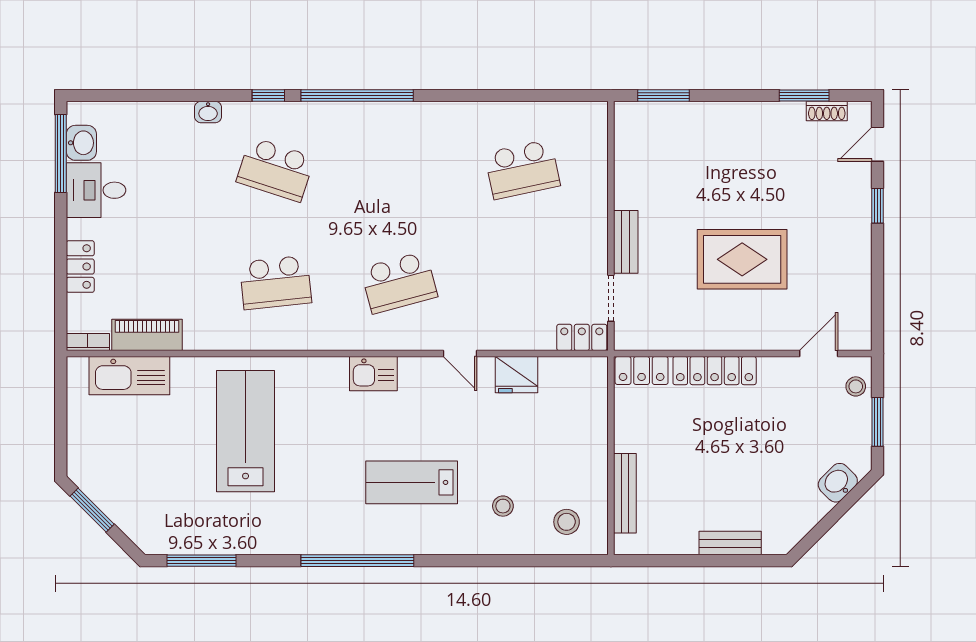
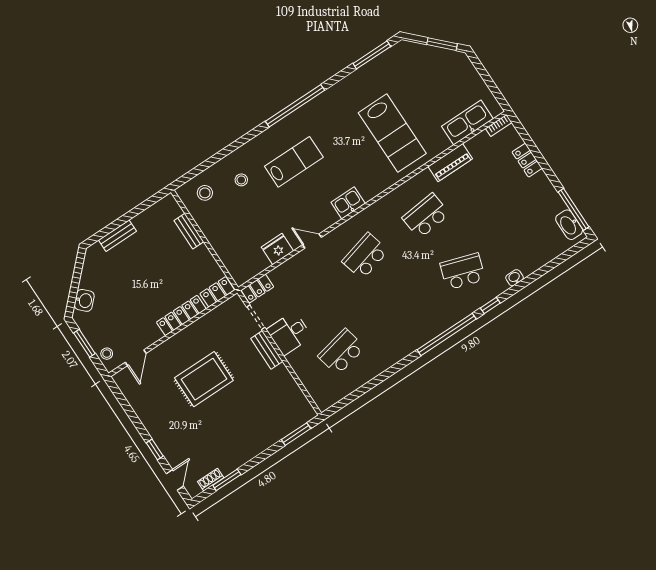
washbasin: (81, 143) -> (569, 225), width x1.38
desk: (96, 190) -> (289, 333), moved, turned 180
piano: (147, 335) -> (450, 163), moved
bench: (625, 493) -> (189, 231), width x0.73

